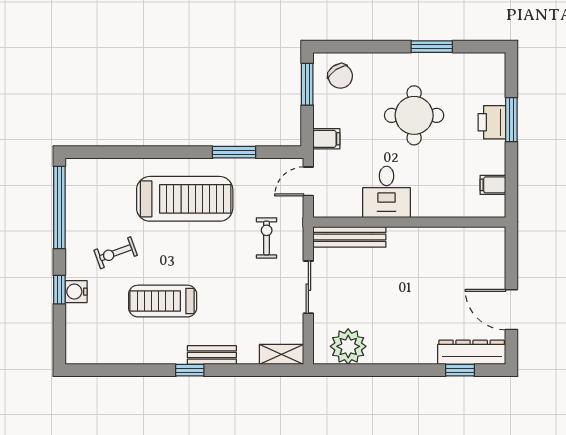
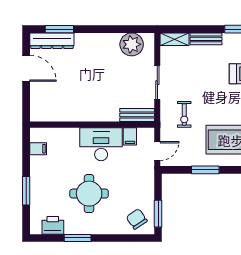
printer: (492, 122) -> (53, 225), moved, turned -90
filing cabinet: (326, 139) -> (130, 136), moved, turned -90
desk: (387, 192) -> (101, 144), width x1.37
bench: (349, 237) -> (137, 115), width x0.73
bench: (212, 355) -> (206, 39), moved
window: (460, 370) -> (59, 29), width x1.50

